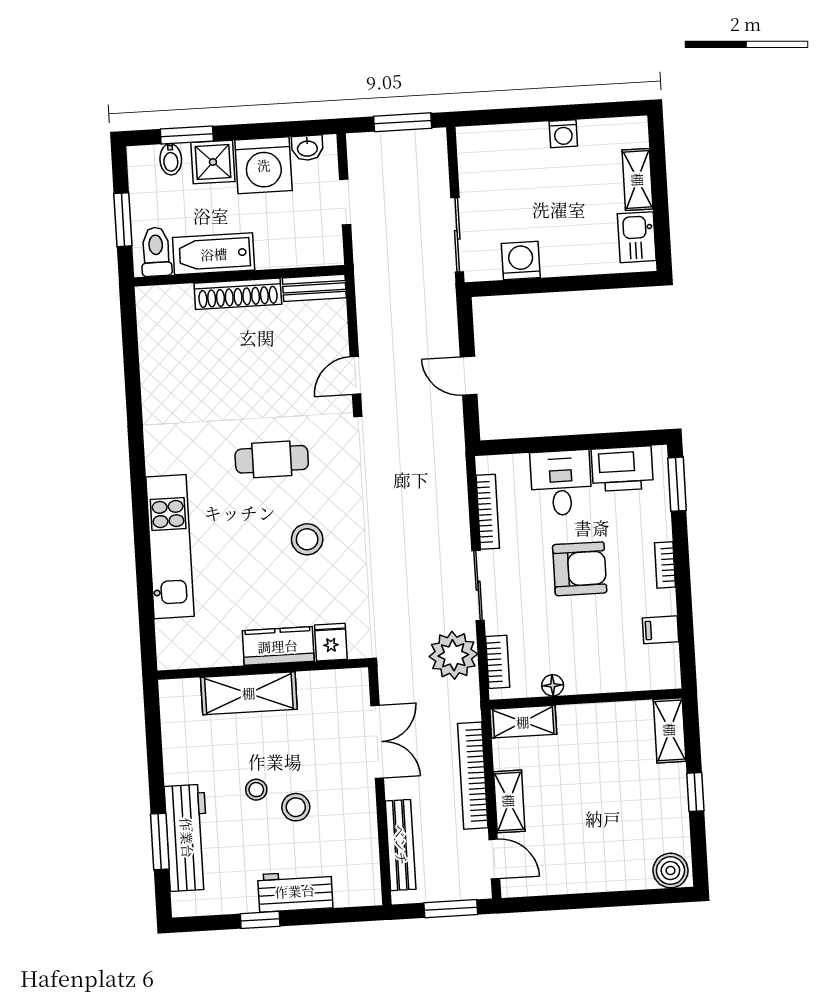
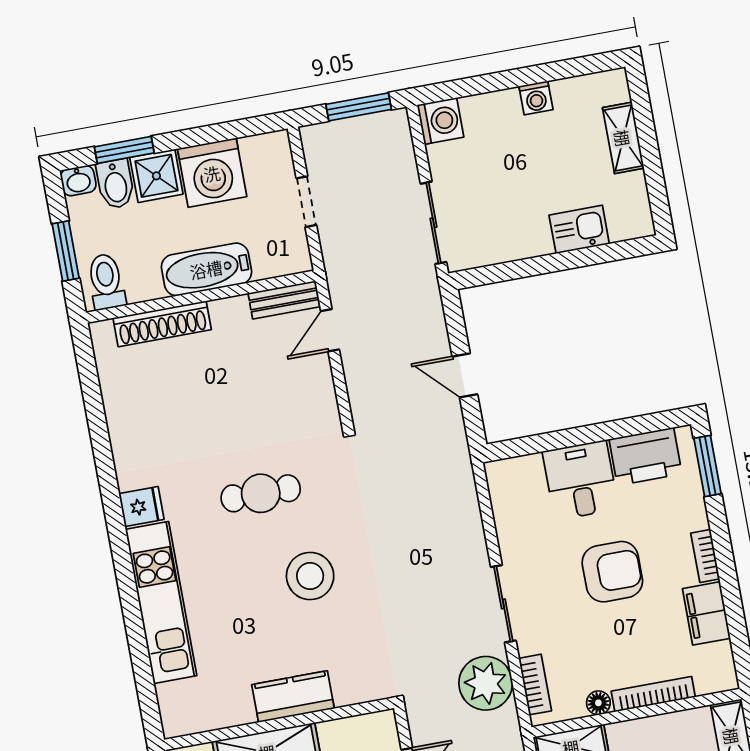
washbasin: (307, 148) -> (78, 181), moved
bidet: (171, 159) -> (115, 184), width x1.38, depth x1.36
kitchen sink: (637, 237) -> (579, 229), moved, turned 90
bathtub: (214, 254) -> (206, 269), moved
washing machine: (521, 261) -> (440, 121), moved, turned 90
shoe rack: (238, 294) -> (162, 324), moved
door: (355, 375) -> (330, 330), moved
bookcase: (488, 512) -> (653, 694), moved, turned -90
stool: (307, 539) -> (310, 576), width x1.38, depth x1.38
filing cabinet: (661, 630) -> (706, 613), width x2.00
fridge: (331, 642) -> (141, 507), moved, turned 90

